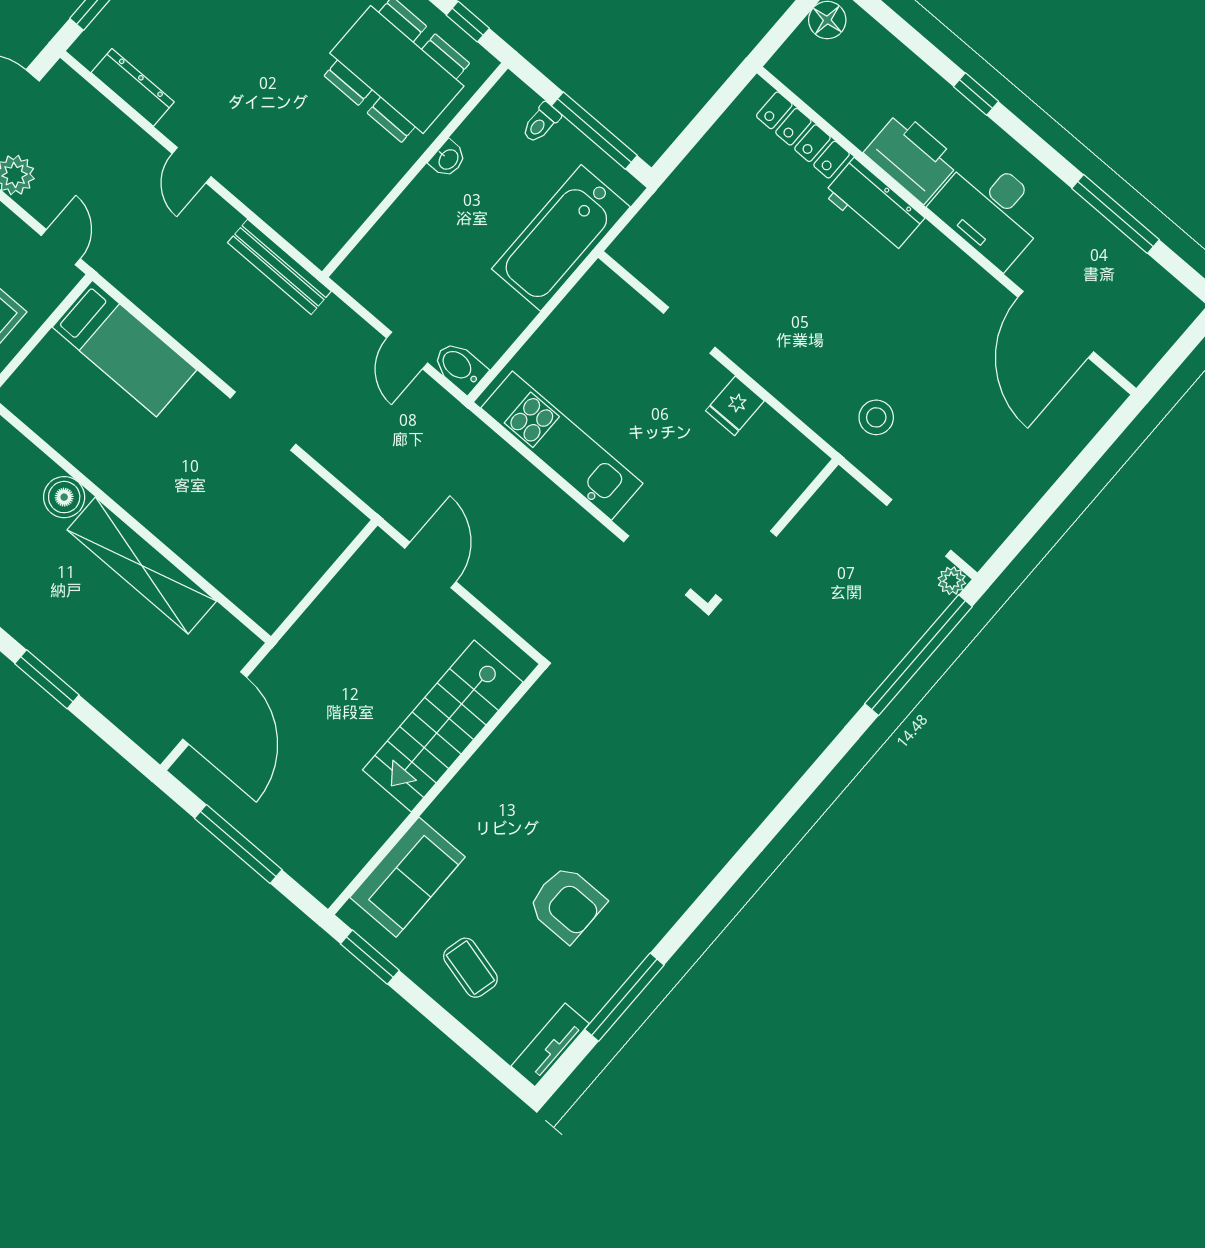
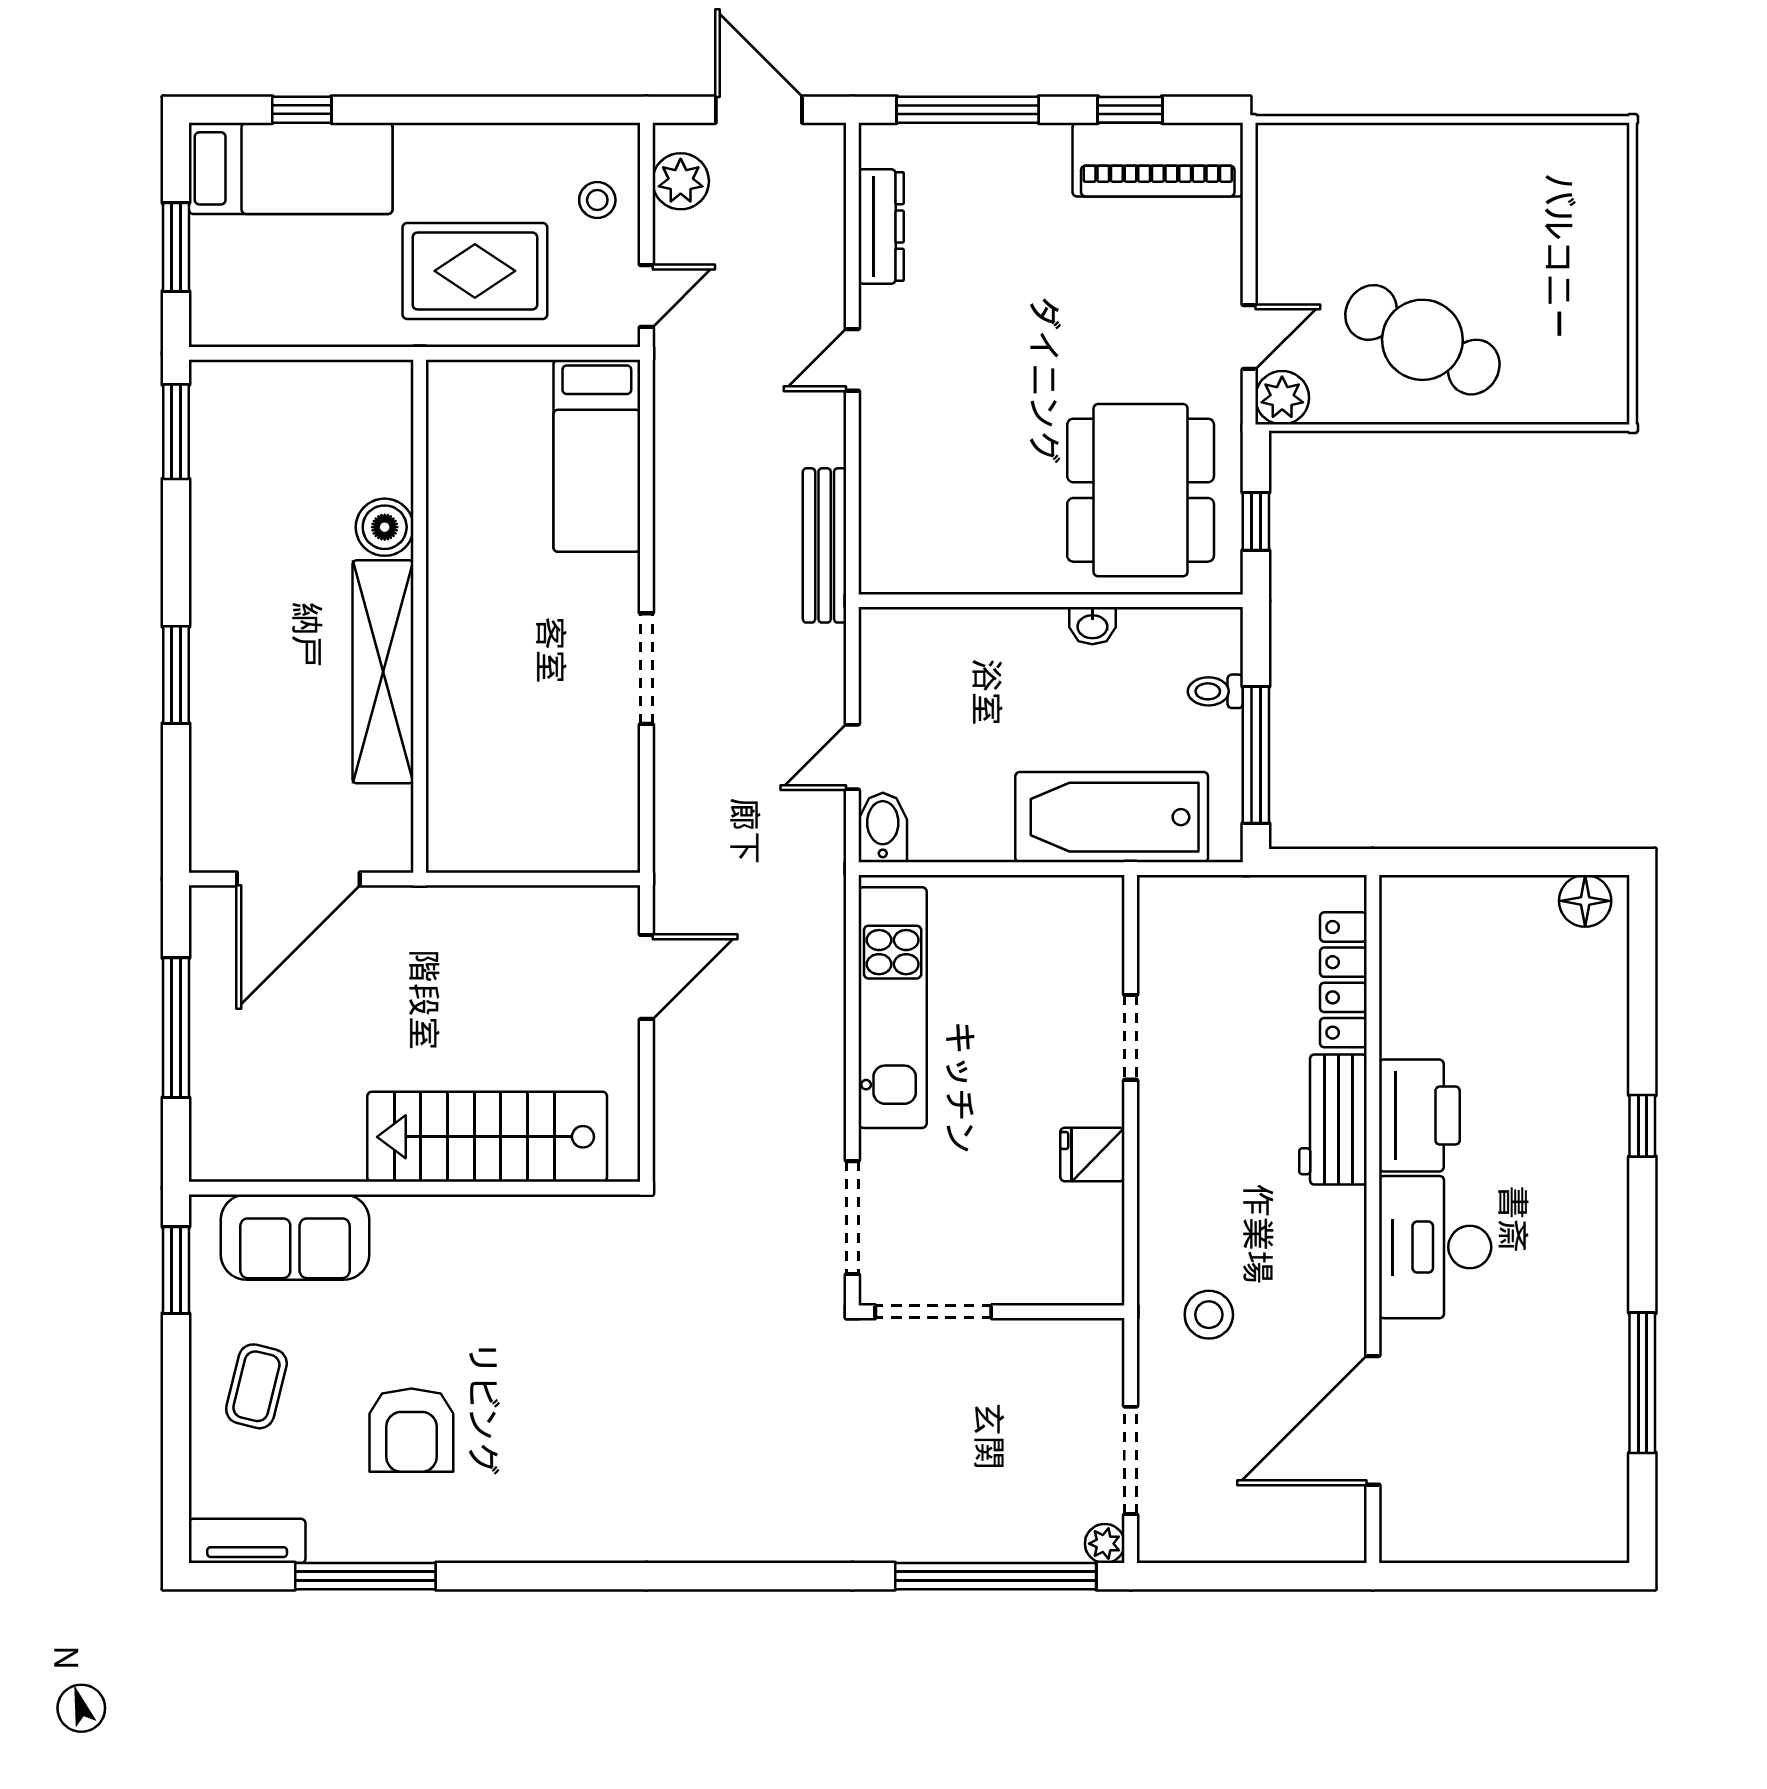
locker: (803, 135) -> (1343, 980), moved
printer: (912, 157) -> (1419, 1116), moved
workbench: (874, 206) -> (1333, 1120), moved
desk: (991, 210) -> (1435, 1247), moved
wall: (947, 231) -> (1373, 1219), moved
door: (1056, 325) -> (1373, 1420), moved

